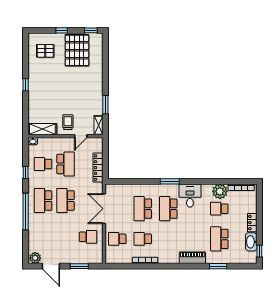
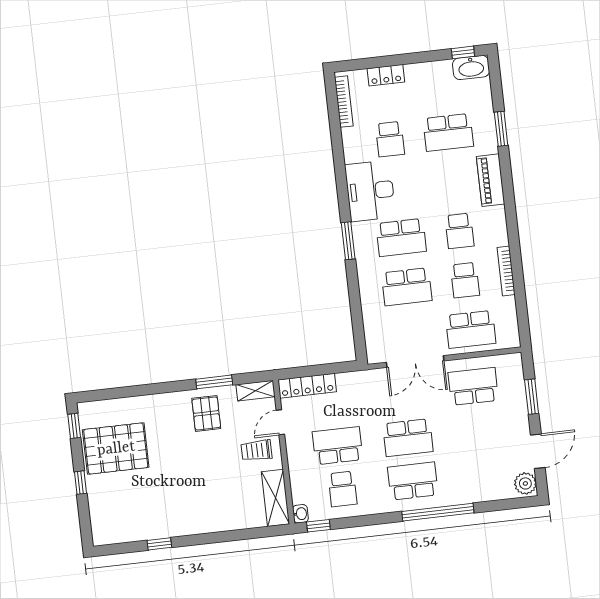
pallet: (45, 51) -> (206, 413), moved
window: (26, 85) -> (159, 544), moved
door: (81, 136) -> (280, 422), swing flipped
locker: (98, 168) -> (307, 386), moved
window: (26, 172) -> (318, 526), moved
plant: (220, 191) -> (357, 142), removed
desk: (190, 196) -> (370, 191), width x1.37
school desk: (43, 200) -> (413, 481), turned 180
locker: (252, 223) -> (386, 75), moved
school desk: (88, 237) -> (473, 386), width x1.85
school desk: (117, 239) -> (471, 329), width x1.85
school desk: (168, 239) -> (459, 231), added
washbasin: (251, 242) -> (471, 67), moved

